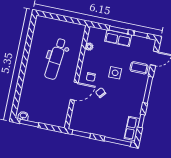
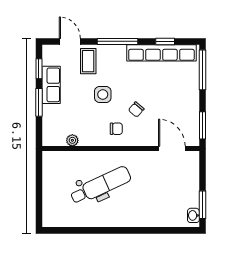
row of seats: (118, 38) -> (51, 85), moved
dental chair: (56, 59) -> (101, 186), turned -31
door: (74, 91) -> (172, 149), moved
row of seats: (132, 128) -> (161, 53), width x2.02

